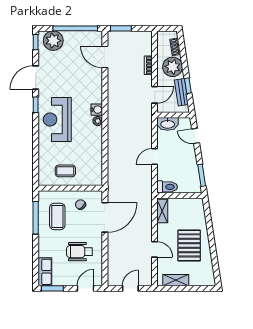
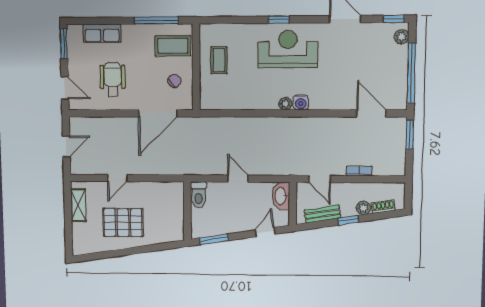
plant: (53, 41) -> (402, 37), width x0.53, depth x0.53
door: (105, 57) -> (371, 113), hinge flipped
plant: (173, 67) -> (363, 208), width x0.53, depth x0.53
window: (188, 86) -> (348, 220), moved
window: (36, 105) -> (279, 20), moved
shelving: (162, 211) -> (167, 188), removed
coffee table: (57, 216) -> (173, 46), moved
door: (105, 217) -> (158, 113), hinge flipped
row of seats: (45, 272) -> (102, 33), moved
door: (130, 288) -> (66, 146), hinge flipped

